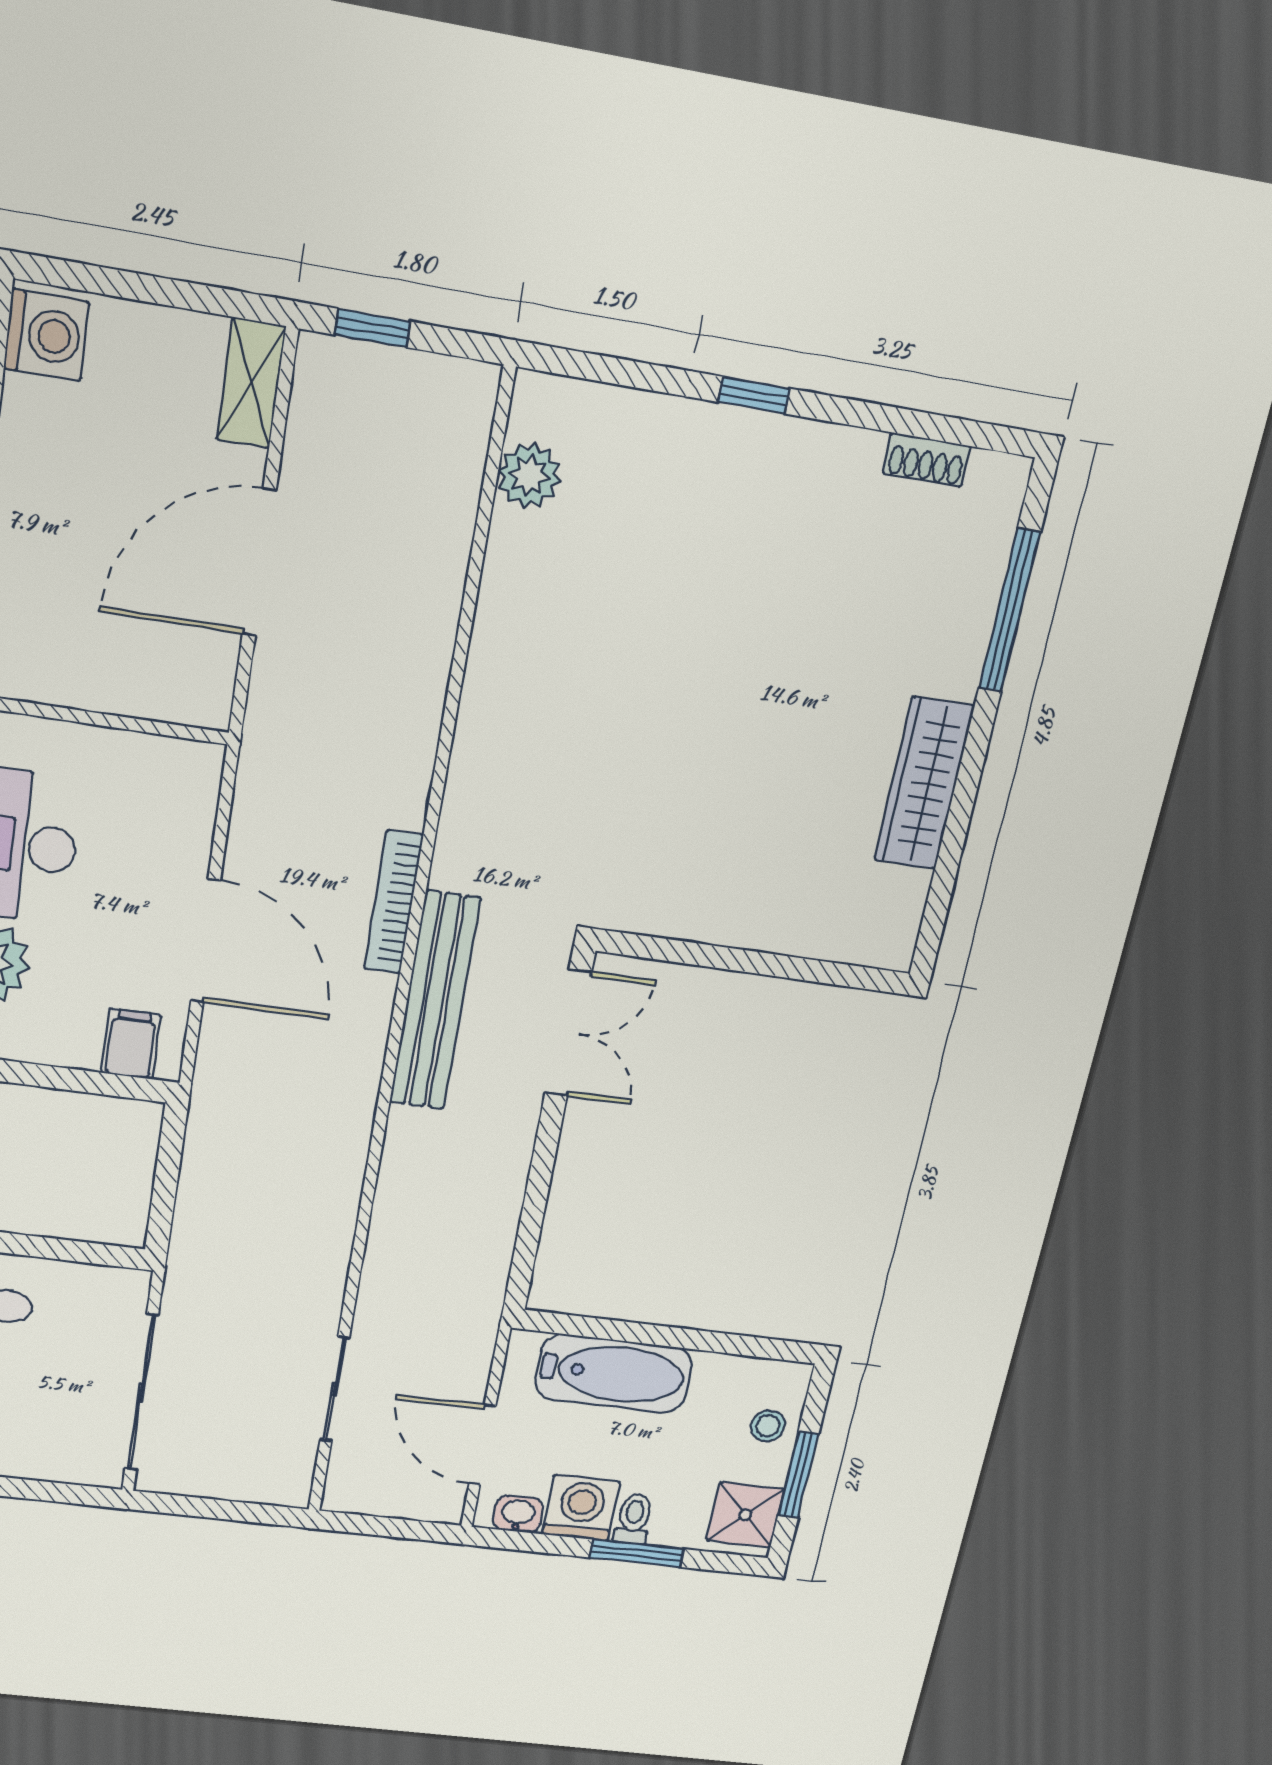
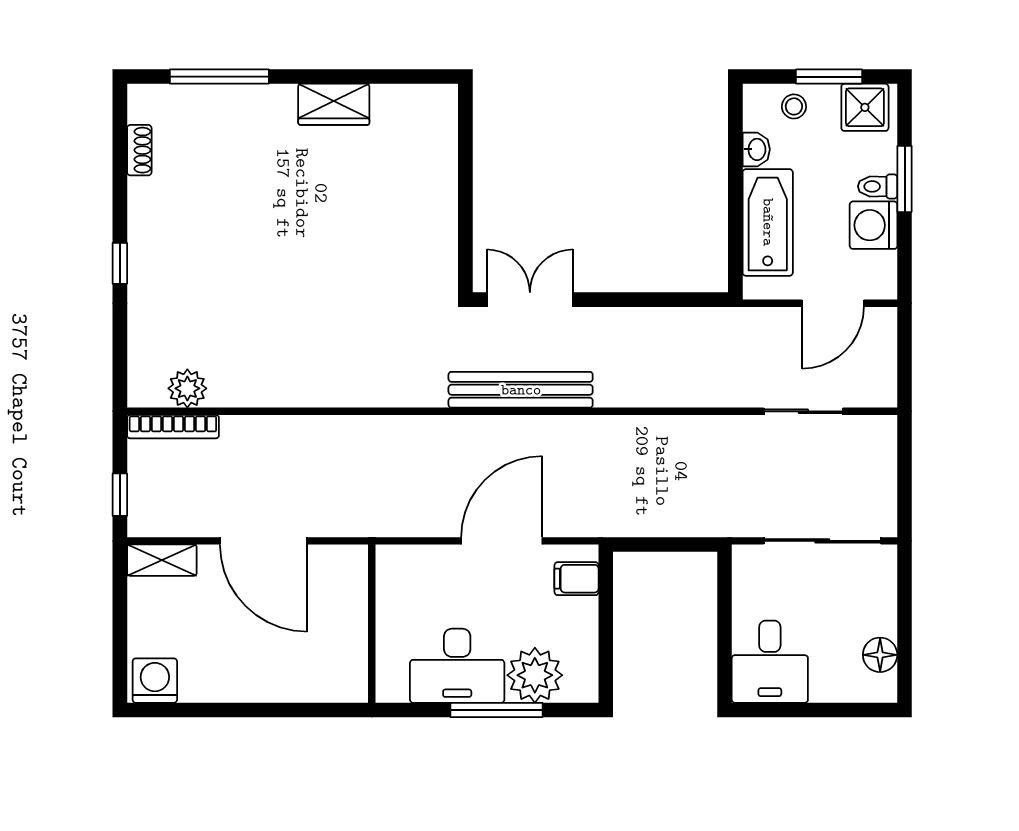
wardrobe: (924, 783) -> (334, 104), width x0.67
bookcase: (394, 902) -> (173, 427), moved
washbasin: (518, 1514) -> (756, 149), moved, turned 180

